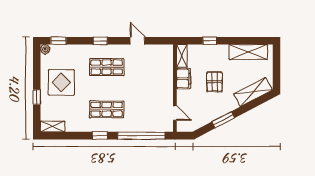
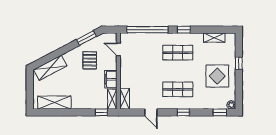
window: (210, 41) -> (101, 112), moved
shelving: (168, 56) -> (125, 99), added
pallet: (214, 82) -> (90, 60), moved
window: (223, 120) -> (86, 38), moved
shelving: (52, 127) -> (214, 38), moved

